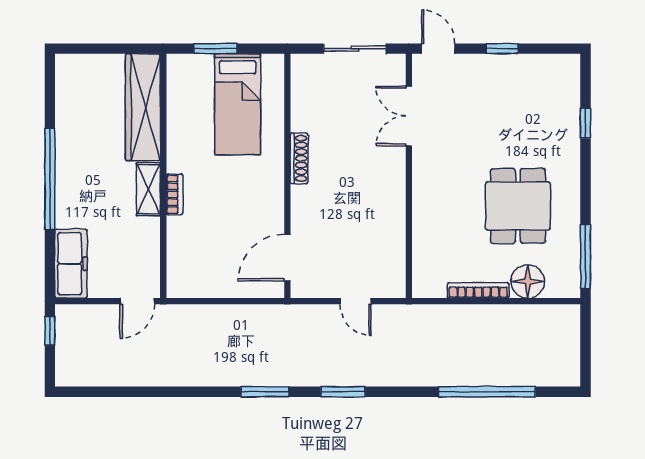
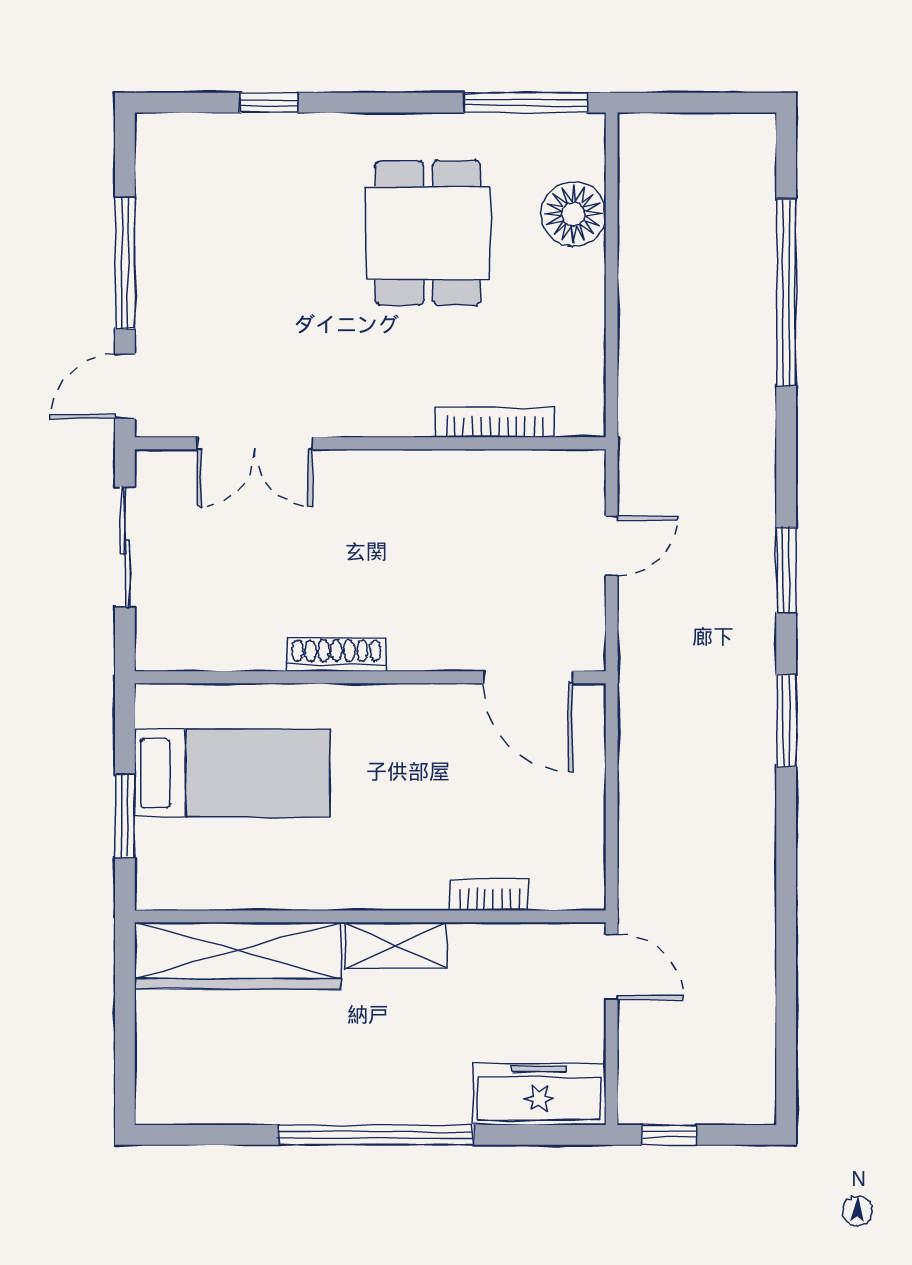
window: (502, 49) -> (125, 263), width x2.17
bookcase: (175, 194) -> (489, 895), moved
dining table: (518, 206) -> (428, 233), turned 90
bookcase: (478, 290) -> (495, 422), moved, turned 90

